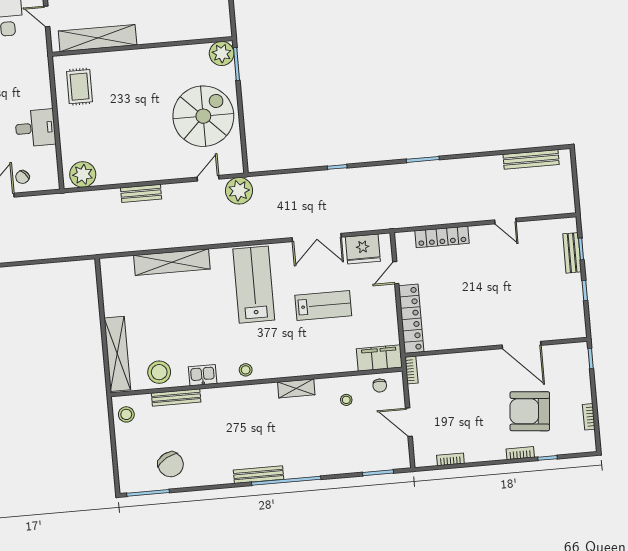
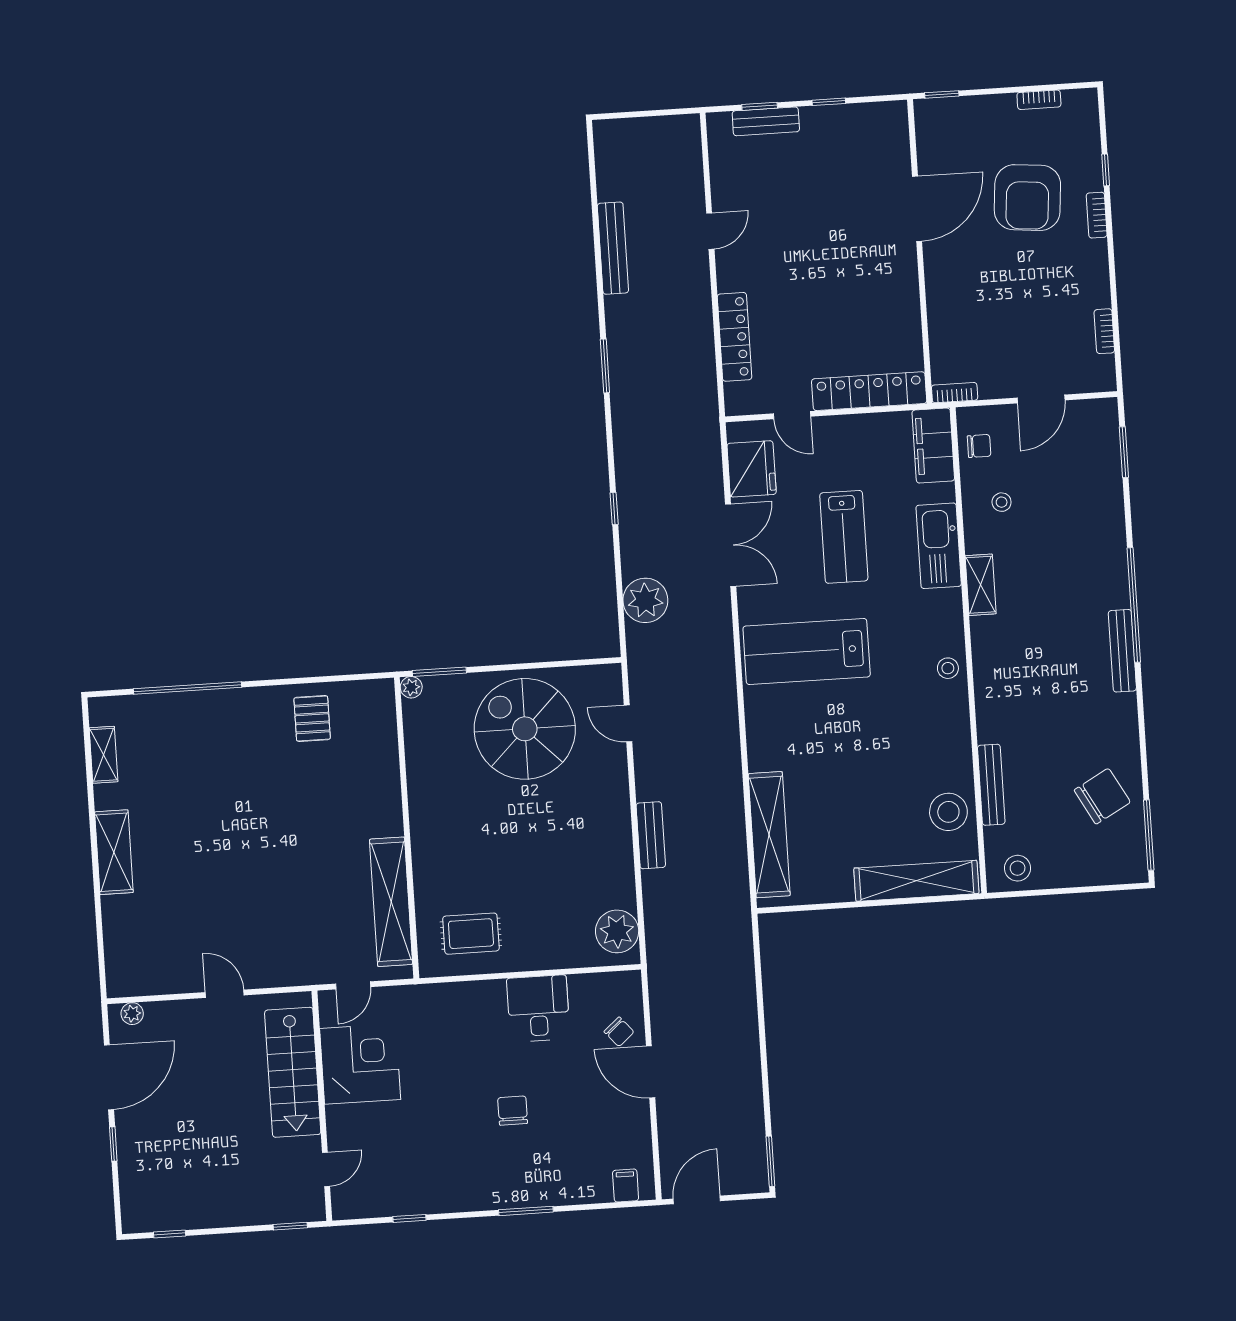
plant: (222, 53) -> (411, 687), width x0.53, depth x0.53
bench: (531, 159) -> (613, 248), moved
plant: (239, 191) -> (645, 600), moved
shelving: (172, 262) -> (769, 835), moved
lab bench: (323, 305) -> (844, 537), turned 180
kitchen sink: (203, 375) -> (939, 546), moved, width x1.88, depth x1.24

